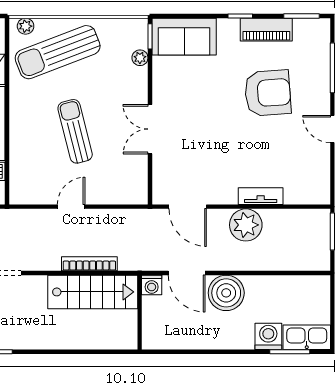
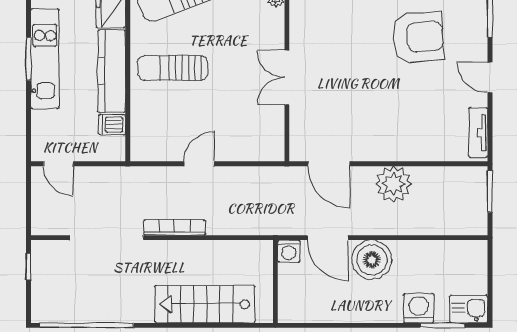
sun lounger: (75, 131) -> (173, 68), moved, turned -76
tv unit: (261, 196) -> (478, 132), moved, turned -90
bookcase: (89, 264) -> (175, 227), moved
stairs: (93, 292) -> (205, 304), moved, turned 180
kitchen sink: (307, 337) -> (469, 309), width x0.73

